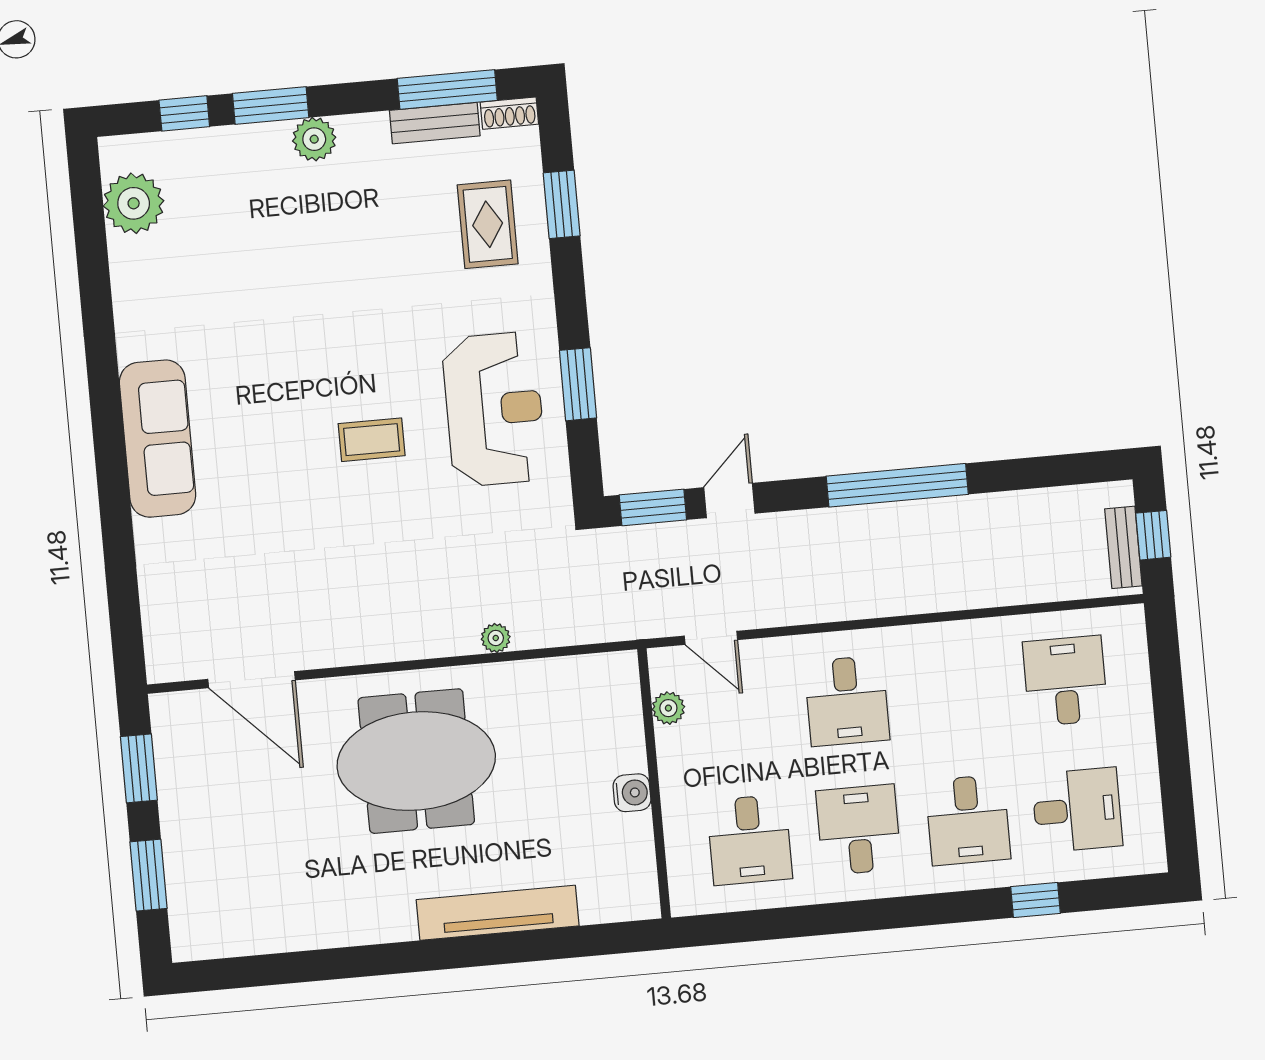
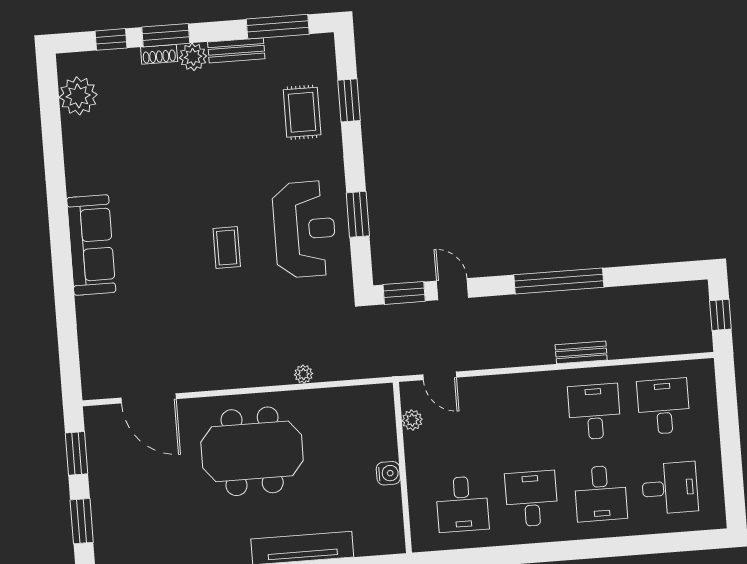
shoe rack: (509, 113) -> (159, 54), moved
bench: (435, 123) -> (236, 50), moved
coffee table: (372, 440) -> (227, 248), turned 90
door: (729, 500) -> (453, 289), hinge flipped
bench: (1123, 547) -> (581, 352), moved, turned 90
desk: (847, 701) -> (594, 412), moved, turned 180
window: (1035, 900) -> (643, 545), removed

